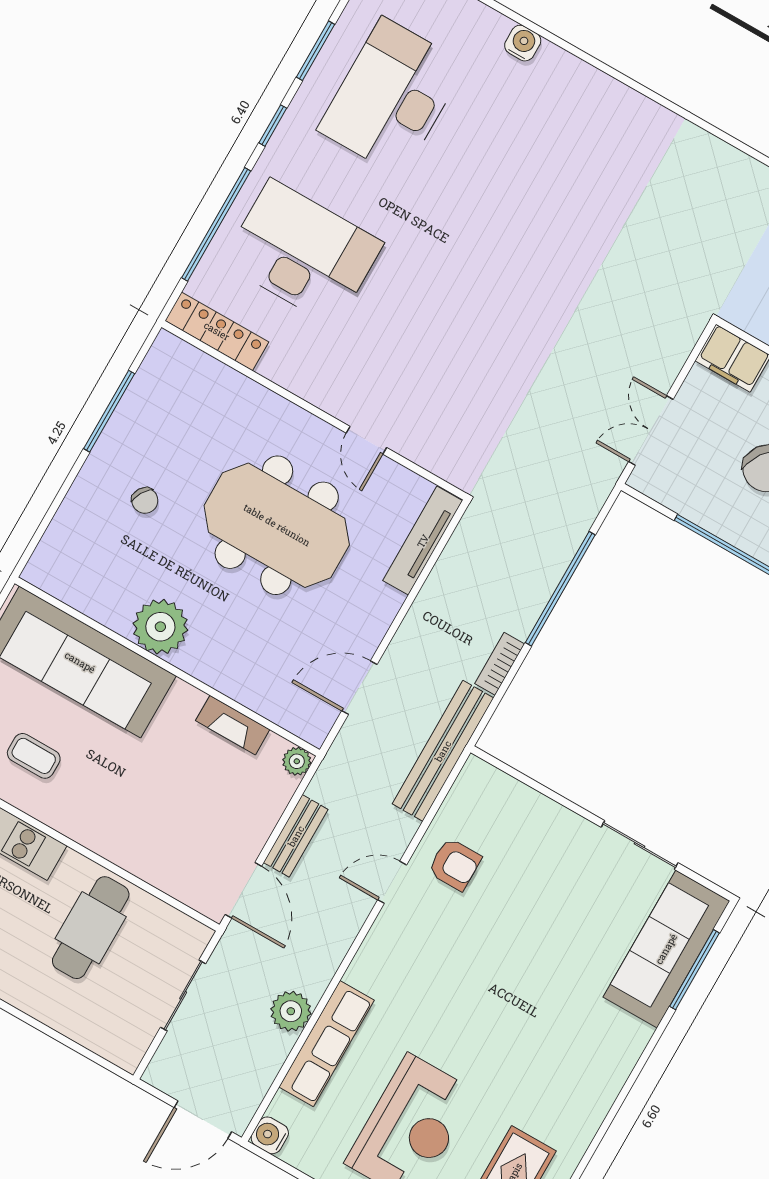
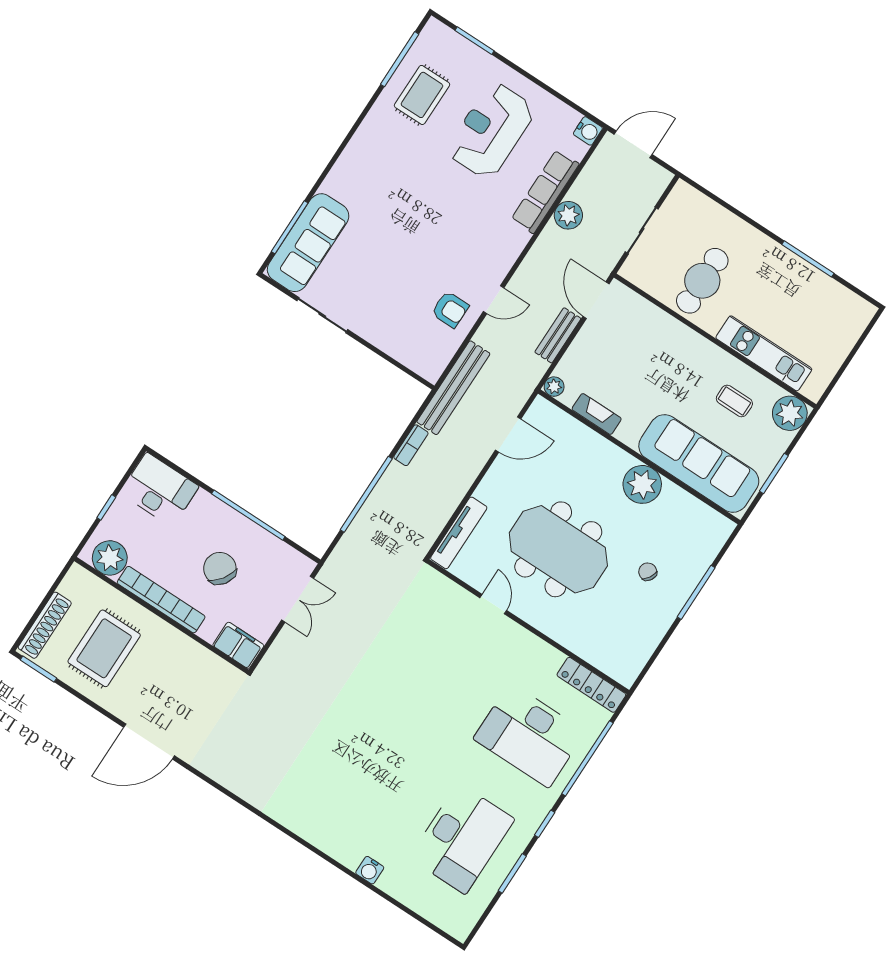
window: (109, 411) -> (696, 592), moved
armchair: (455, 864) -> (450, 309), turned 180

